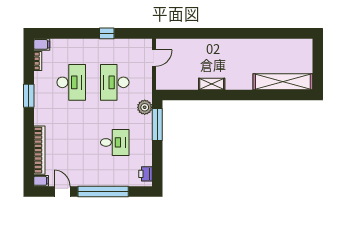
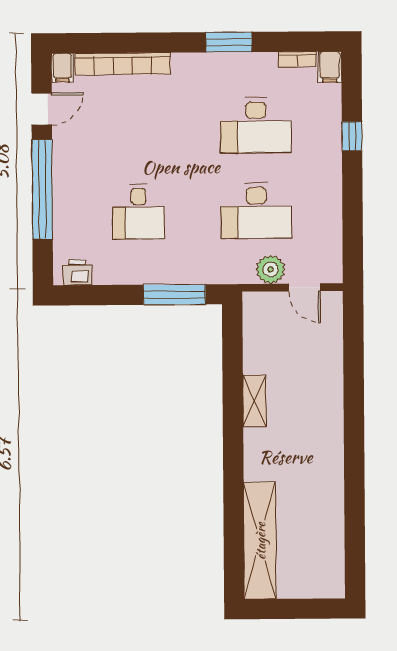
window: (107, 33) -> (352, 136), moved
desk: (115, 82) -> (256, 211), turned 180
plant: (145, 107) -> (271, 269), moved

